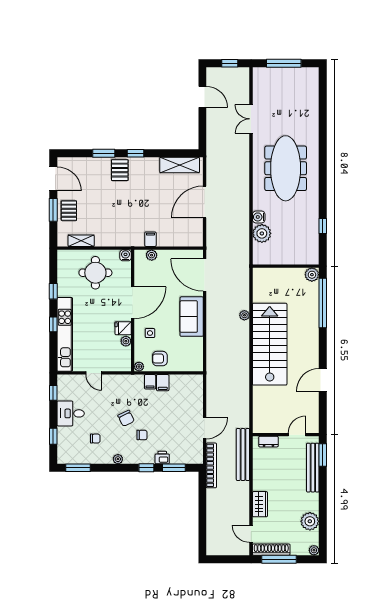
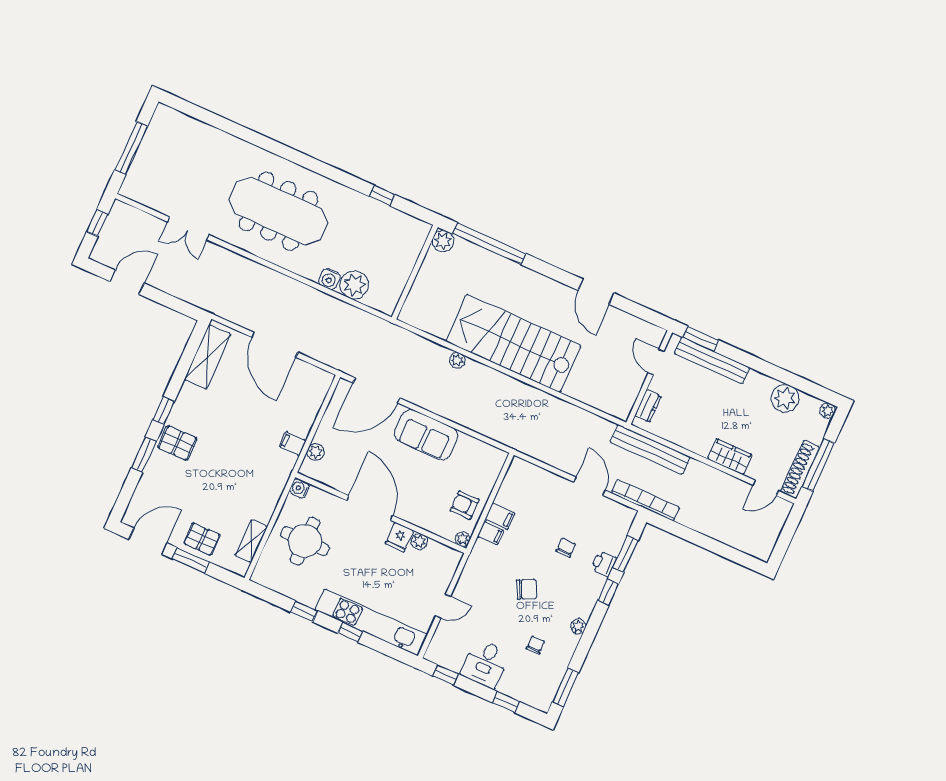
side table: (150, 333) -> (423, 503), removed
armchair: (160, 359) -> (465, 505), turned 90
chair: (142, 435) -> (566, 548), moved

